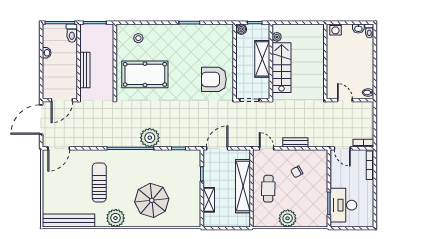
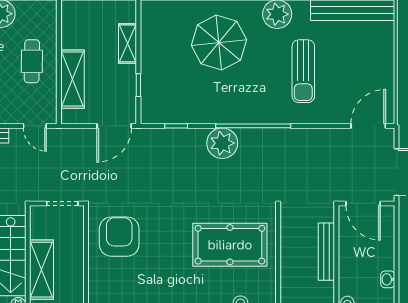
armchair: (214, 79) -> (119, 237), turned -90
door: (62, 100) -> (363, 203), swing flipped
shelving: (243, 186) -> (73, 79), width x0.68

